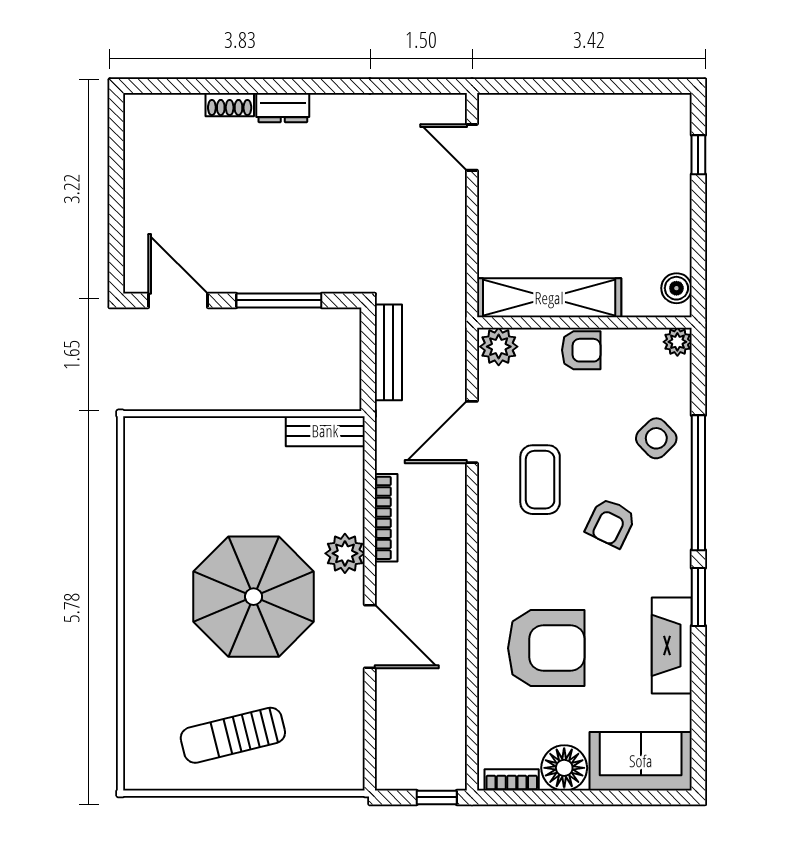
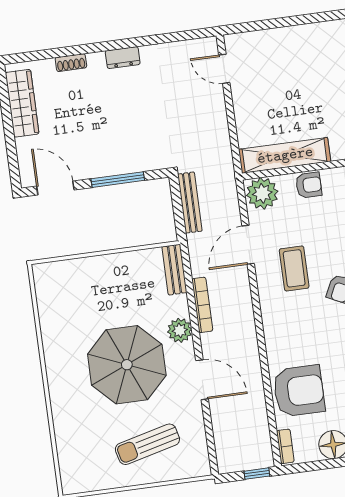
dresser: (283, 108) -> (123, 58), moved
wardrobe: (143, 159) -> (22, 103), added
plant: (499, 347) -> (262, 193), width x1.36, depth x1.36
bench: (325, 431) -> (174, 270), moved, turned 90
armchair: (546, 648) -> (299, 391), moved
sun lounger: (233, 735) -> (147, 444), moved
bookcase: (512, 780) -> (285, 446), moved, turned 90

